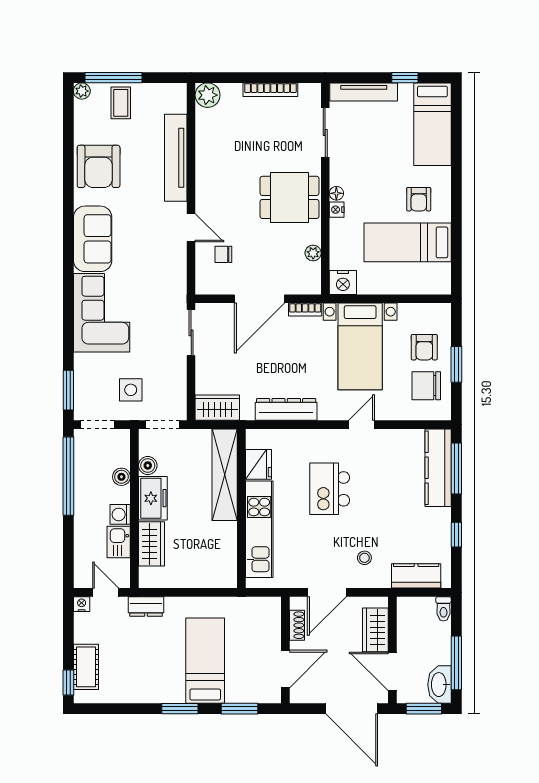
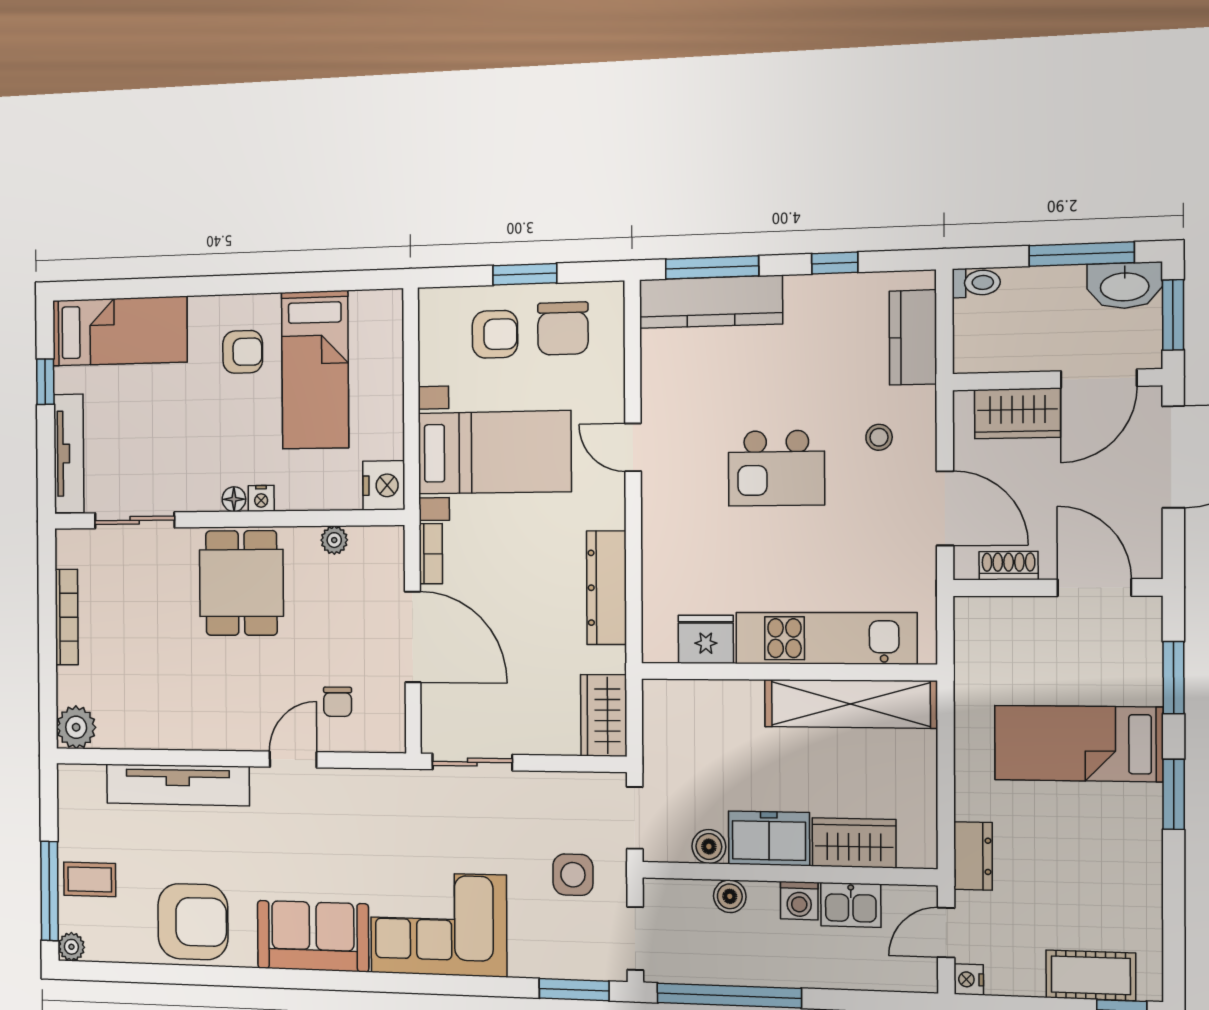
shelving: (225, 475) -> (850, 704), moved
kitchen island: (330, 489) -> (776, 468), moved

